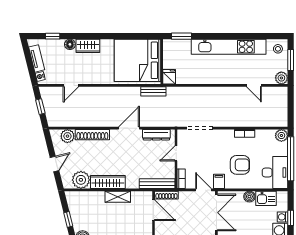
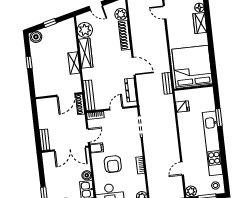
window: (181, 36) -> (219, 117), moved
fridge: (169, 77) -> (182, 107), moved
door: (176, 153) -> (116, 109), hinge flipped

